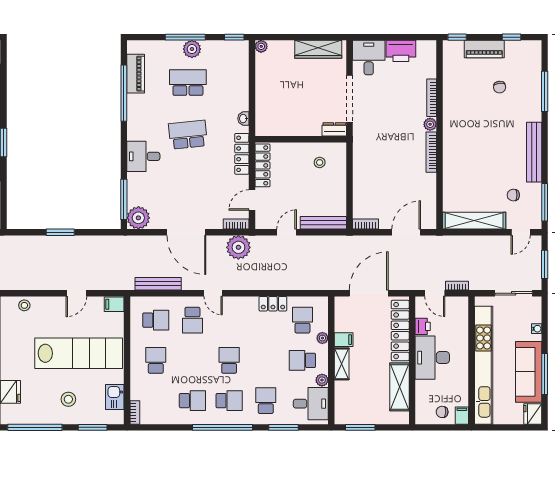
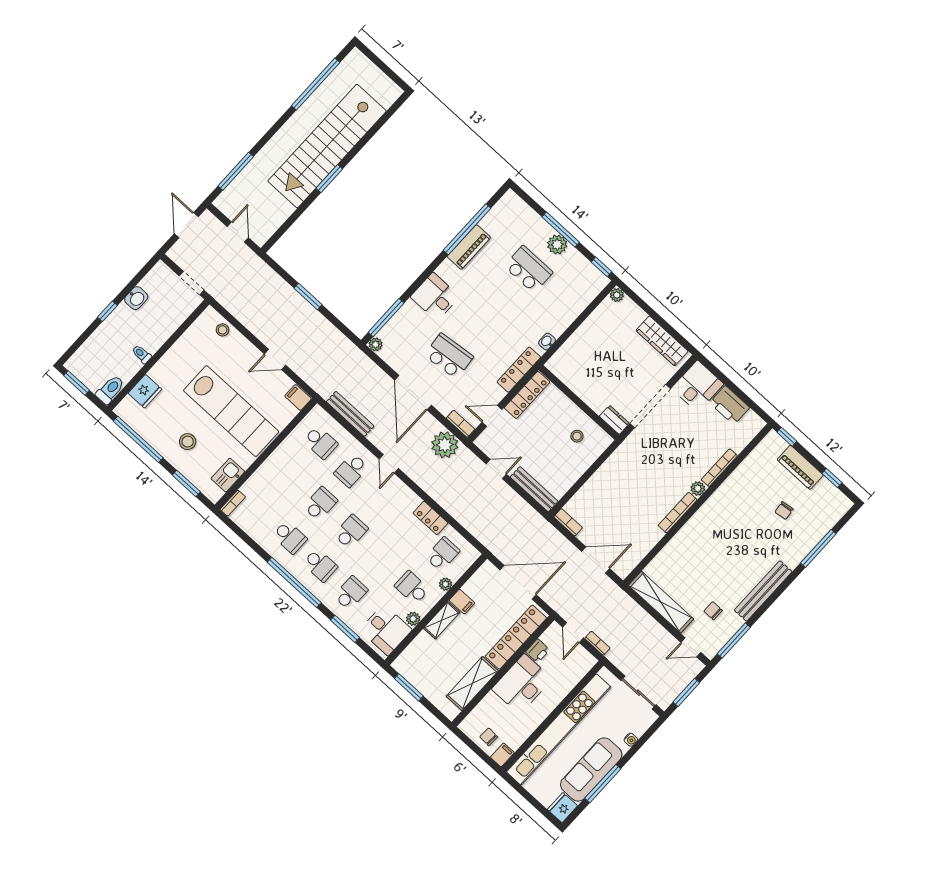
piano: (136, 74) -> (469, 247), moved
school desk: (188, 135) -> (449, 356), moved
plant: (138, 218) -> (376, 344), width x0.53, depth x0.53
school desk: (156, 360) -> (320, 504), moved

